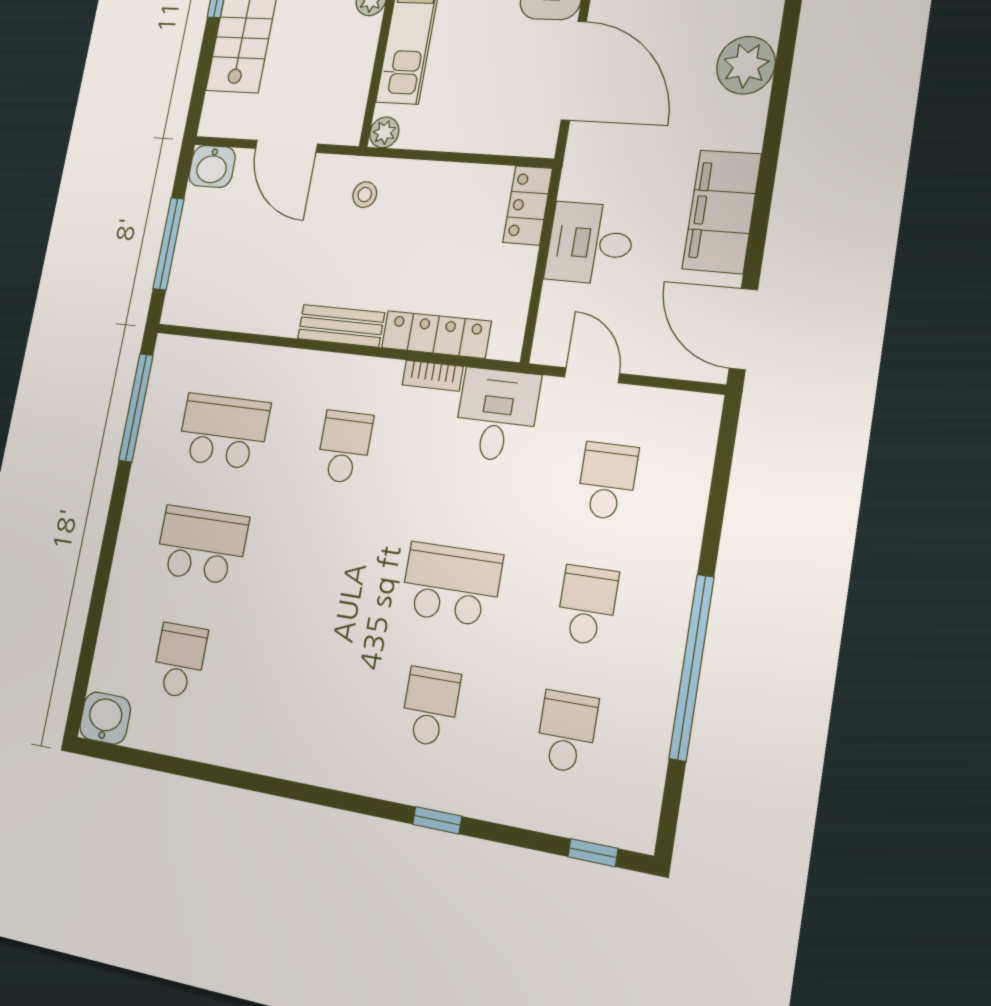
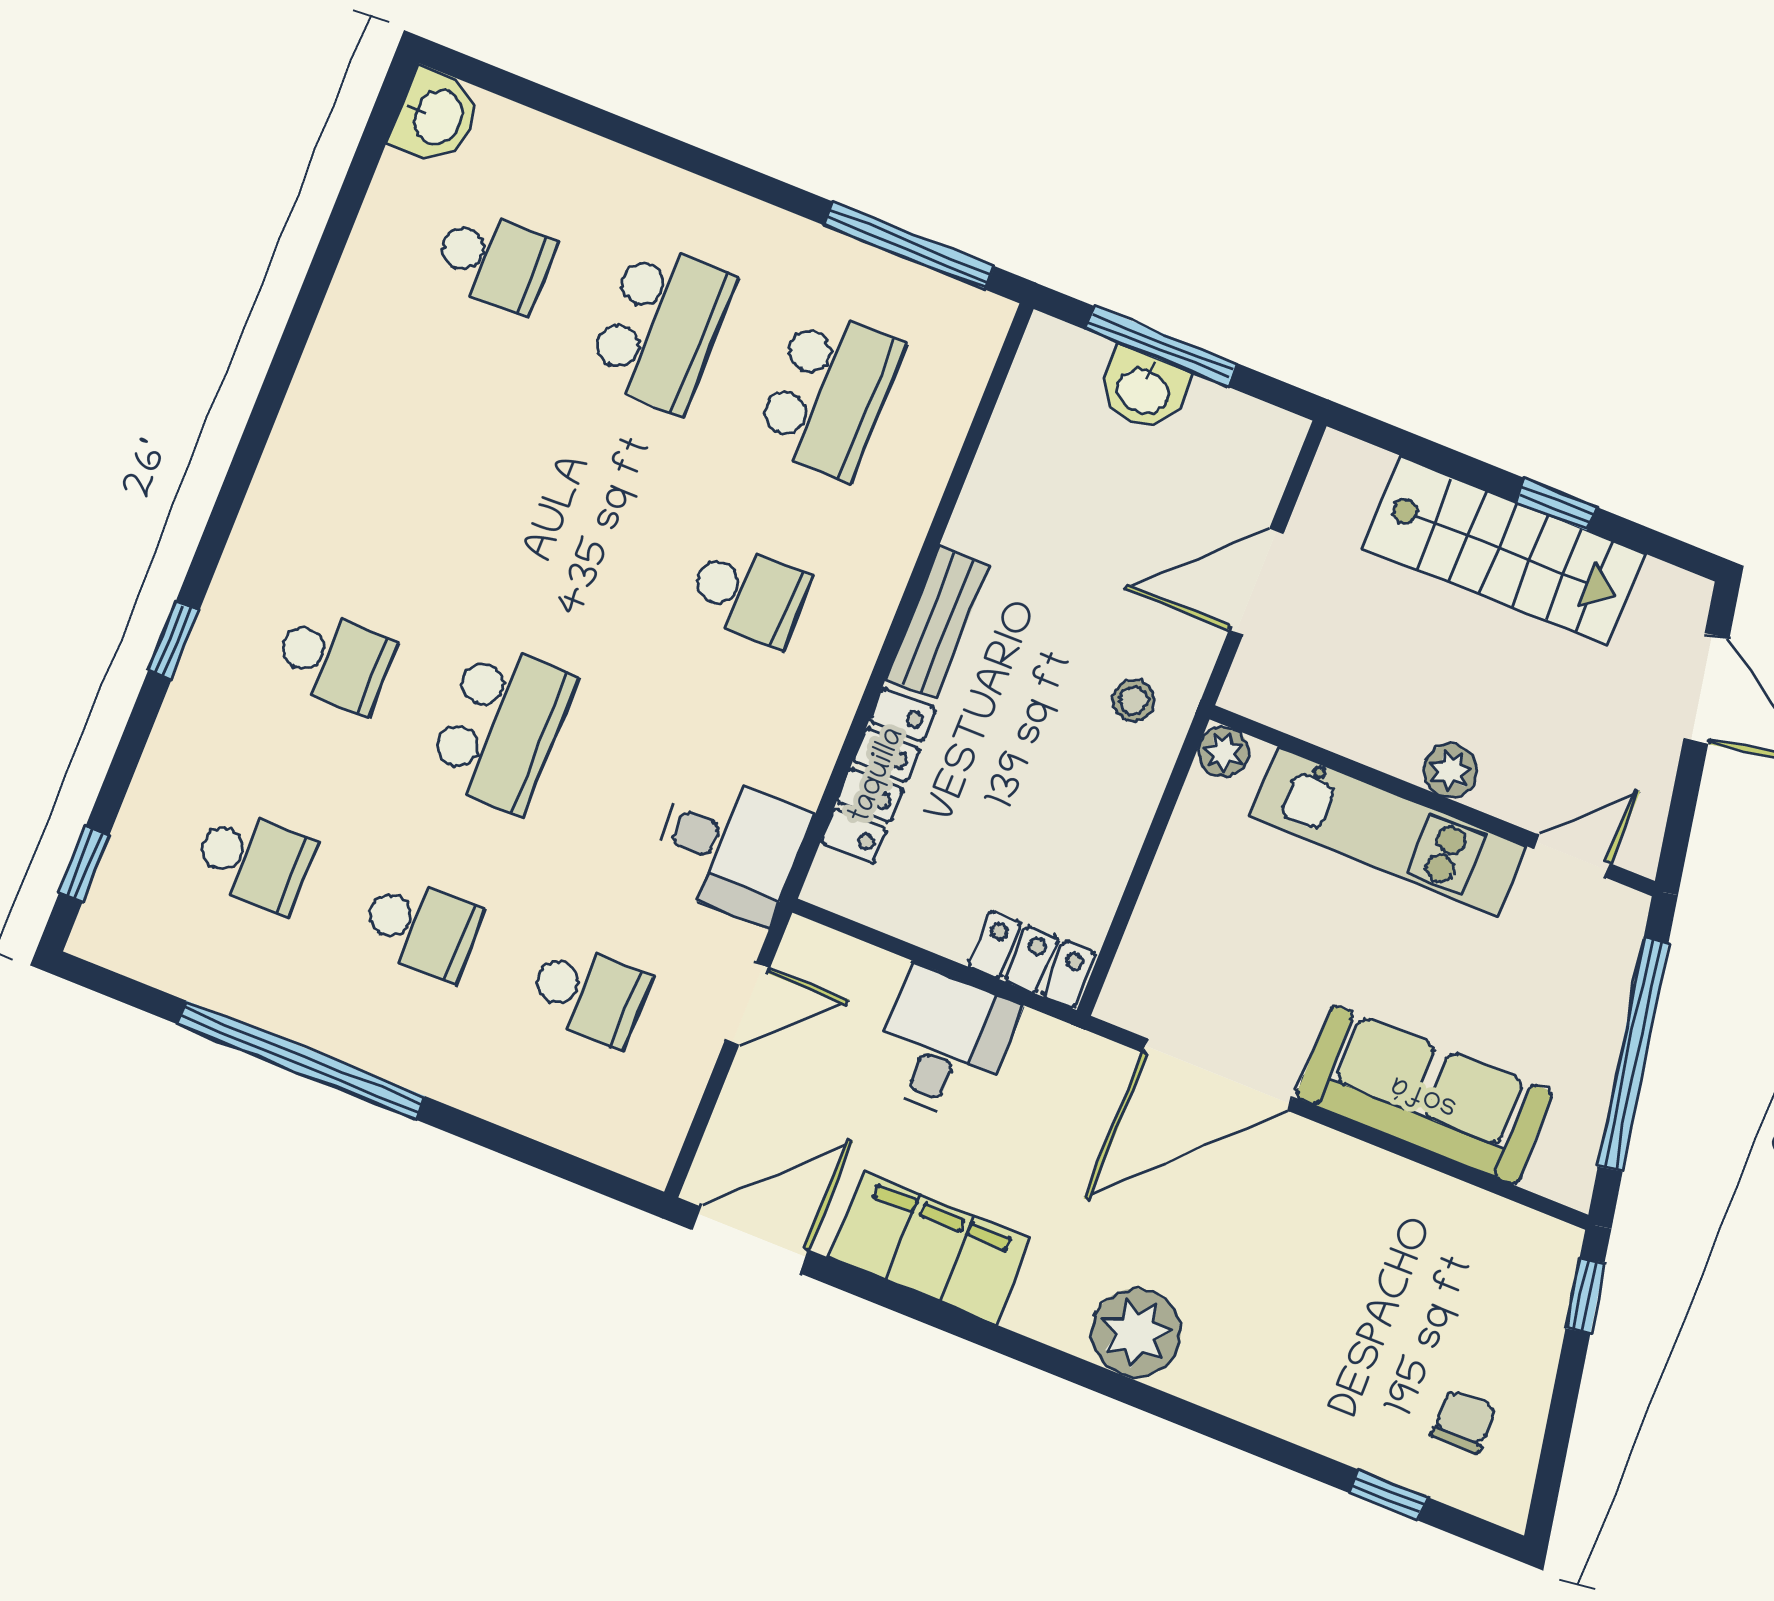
washbasin: (212, 166) -> (1143, 390), moved, turned -90
bookcase: (433, 376) -> (817, 758), removed

